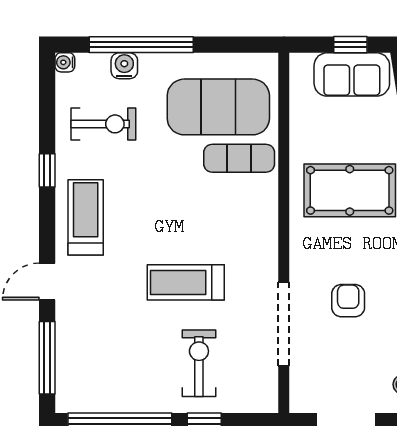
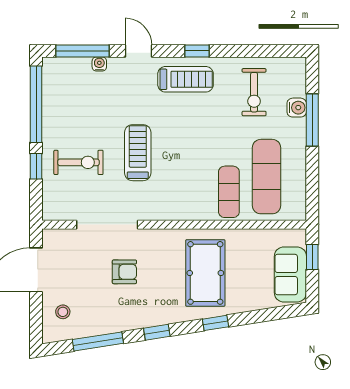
window: (141, 45) -> (312, 120), width x0.68
window: (350, 45) -> (312, 257), moved
water cooler: (65, 62) -> (99, 64), moved
exercise mat: (218, 107) -> (266, 177), width x0.68
window: (47, 170) -> (197, 51), moved

